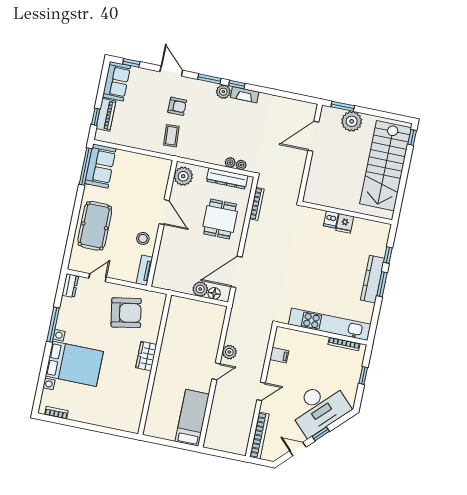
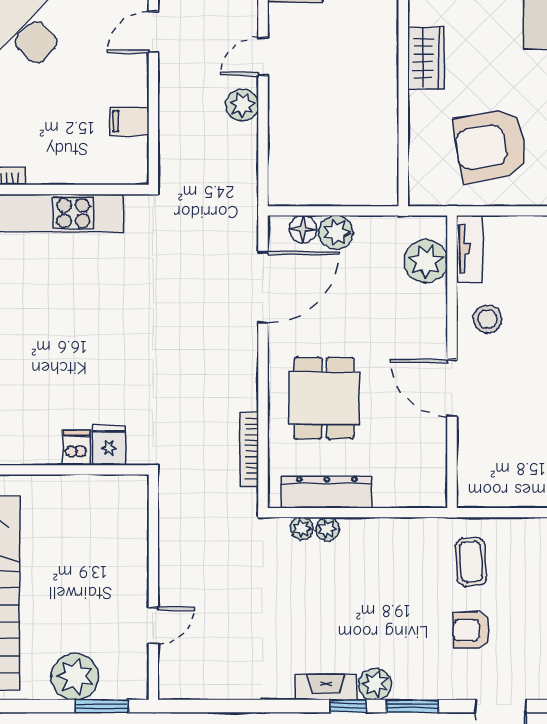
door: (313, 136) -> (153, 626), width x0.53
plant: (183, 176) -> (426, 261), moved
fridge: (345, 223) -> (109, 445), moved

